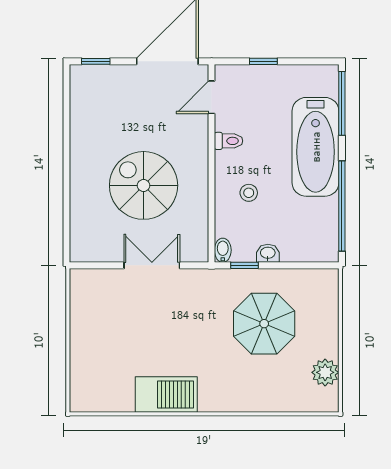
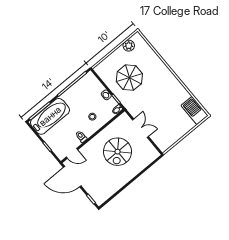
bathtub: (316, 147) -> (50, 116), moved
double door: (152, 265) -> (140, 128), swing flipped
barbecue: (166, 395) -> (195, 110), moved

